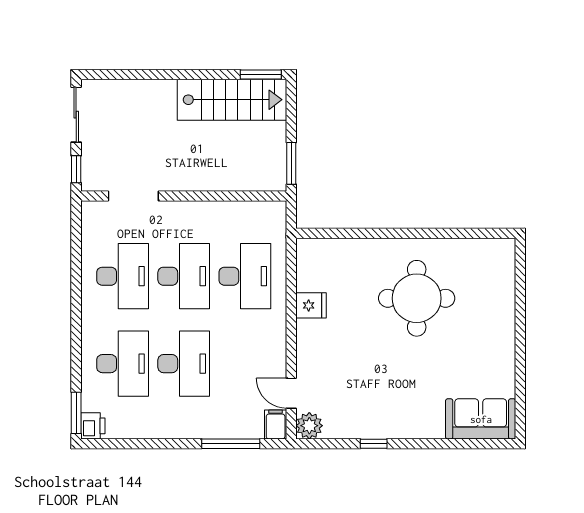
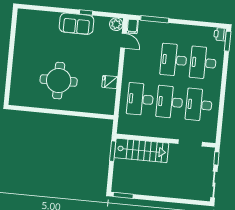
stairs: (232, 100) -> (142, 150), moved, turned 180
sofa: (481, 419) -> (77, 24), moved

